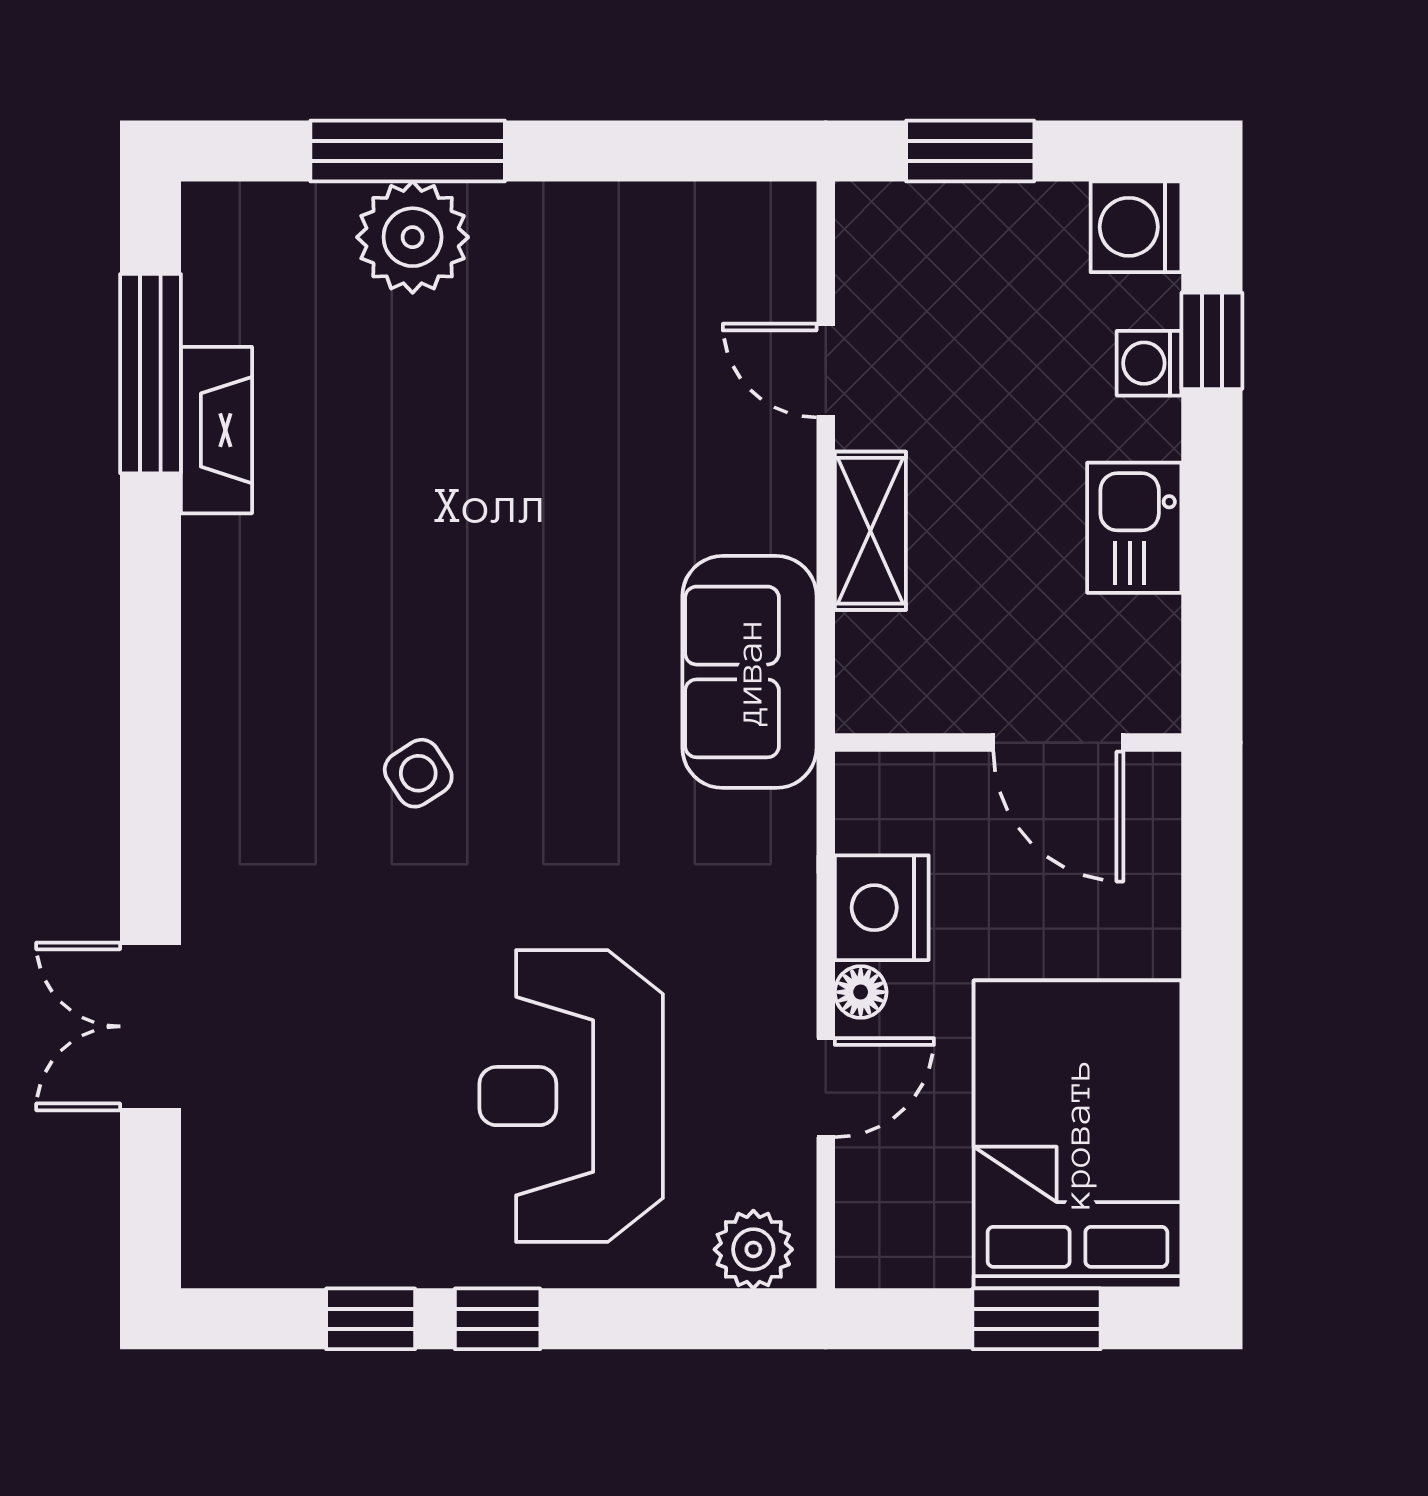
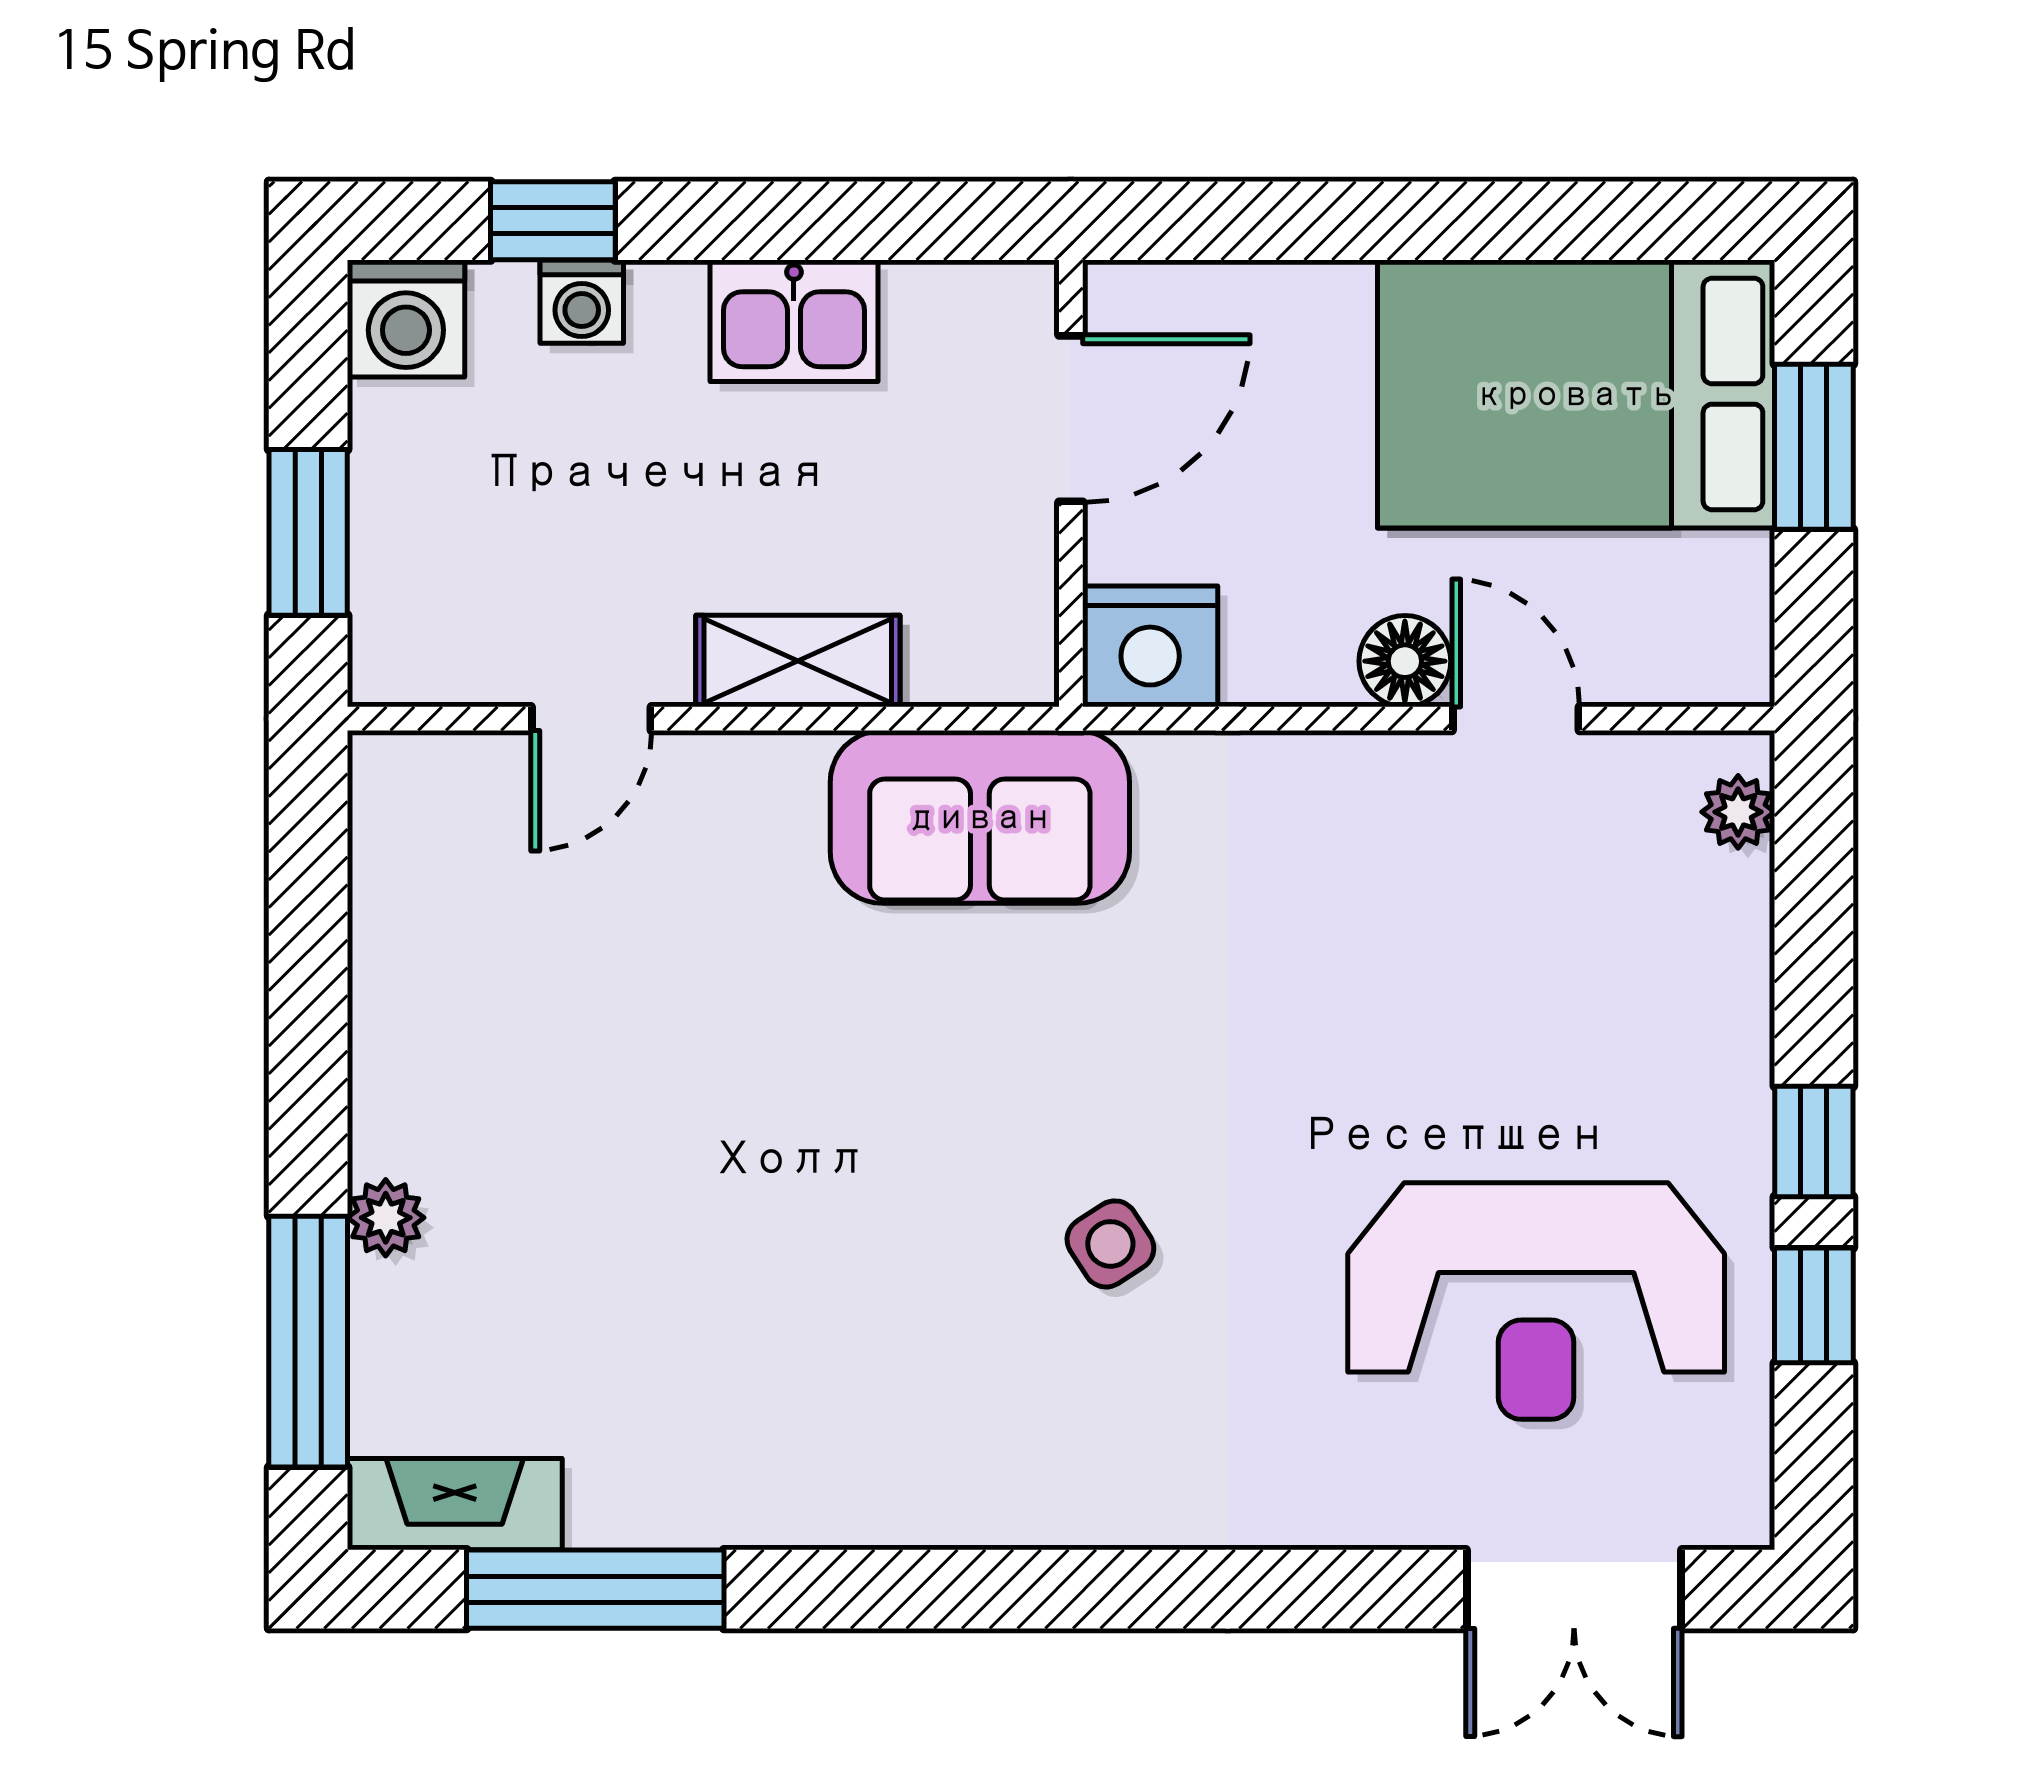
window: (408, 151) -> (308, 1342), moved
plant: (413, 237) -> (386, 1218), width x0.53, depth x0.53
fireplace: (216, 430) -> (455, 1504), moved
nightstand: (882, 908) -> (1150, 646), moved
floor lamp: (861, 992) -> (1405, 661), width x1.37, depth x1.37
double door: (150, 1026) -> (1574, 1589), moved
reception desk: (571, 1096) -> (1536, 1301), moved
plant: (753, 1249) -> (1738, 812), width x0.73, depth x0.73

